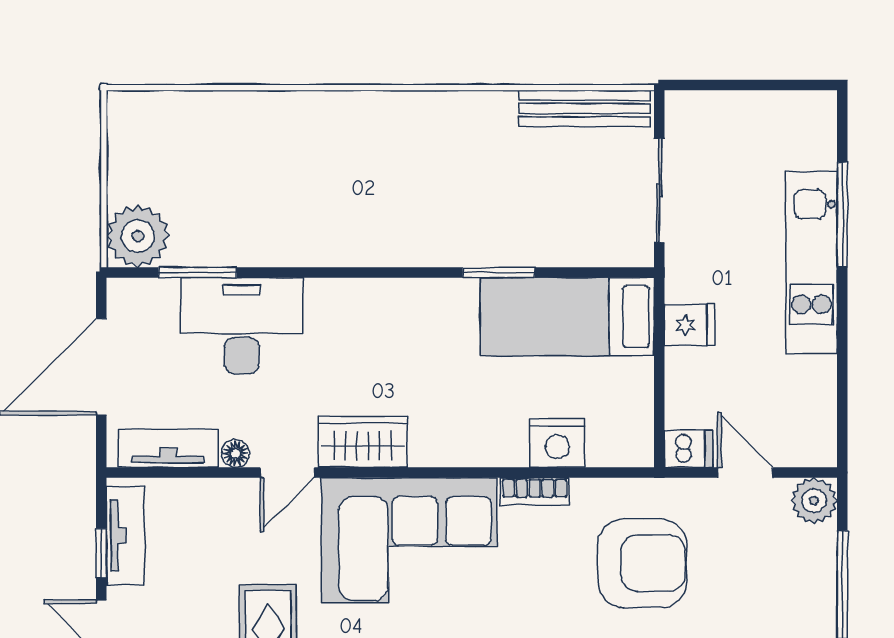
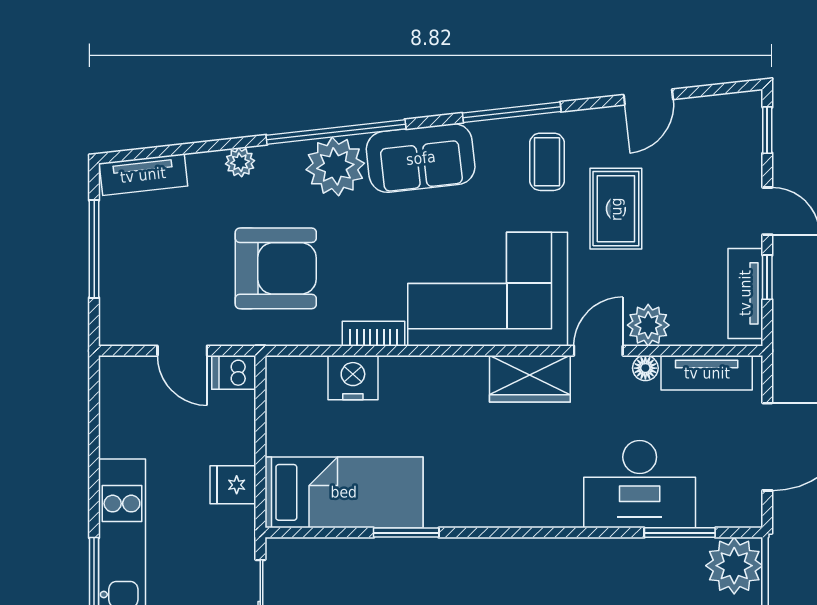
plant: (814, 501) -> (648, 325), moved
armchair: (642, 563) -> (276, 268), turned 180

